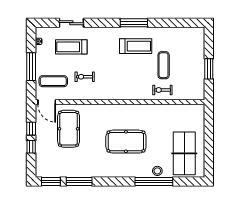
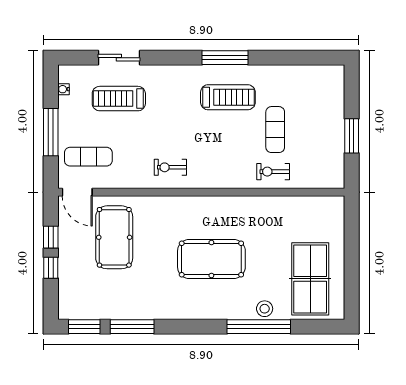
exercise bike: (85, 77) -> (170, 167), moved

